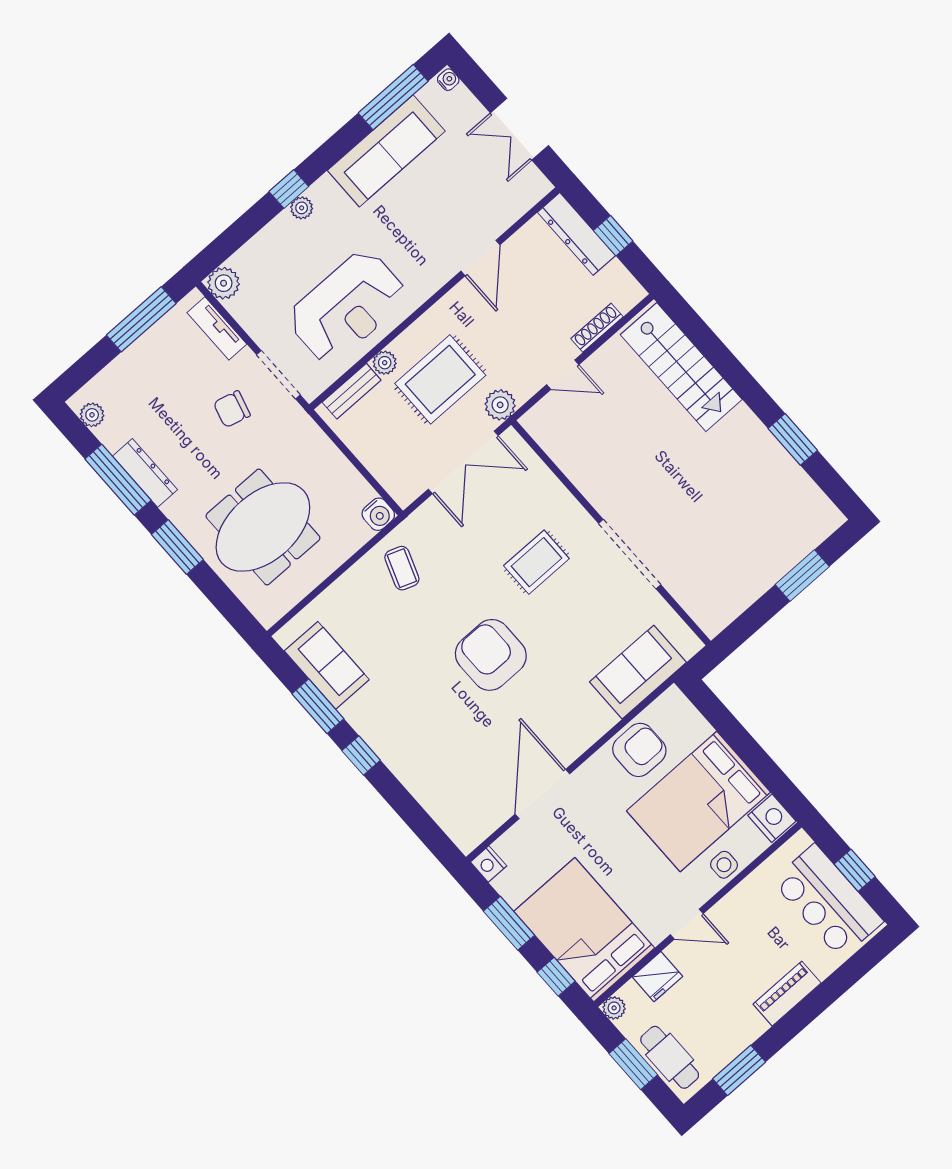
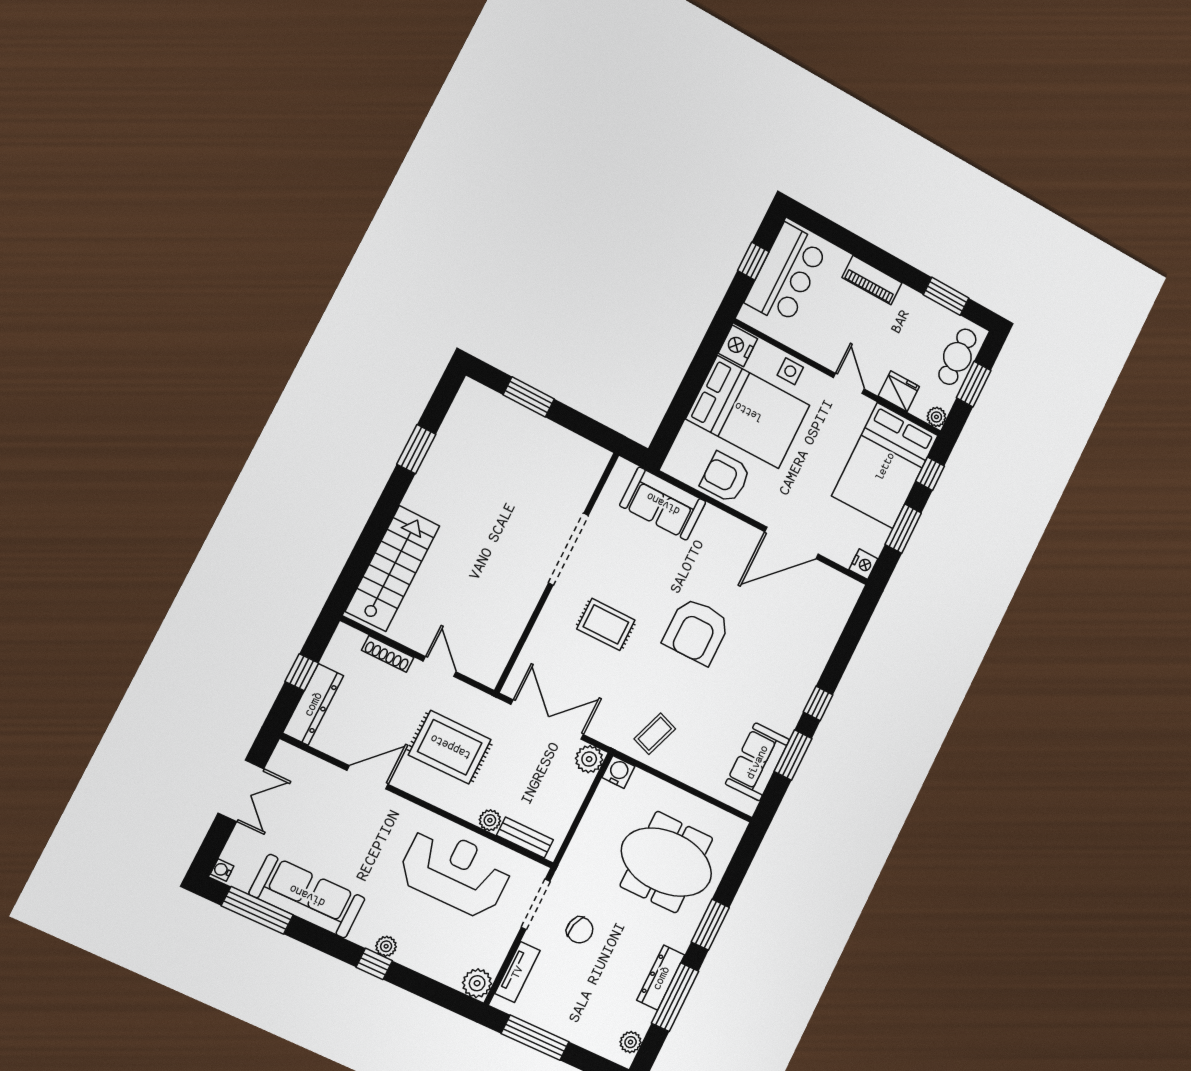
rug: (440, 379) -> (450, 747), moved
plant: (500, 405) -> (589, 759), moved

